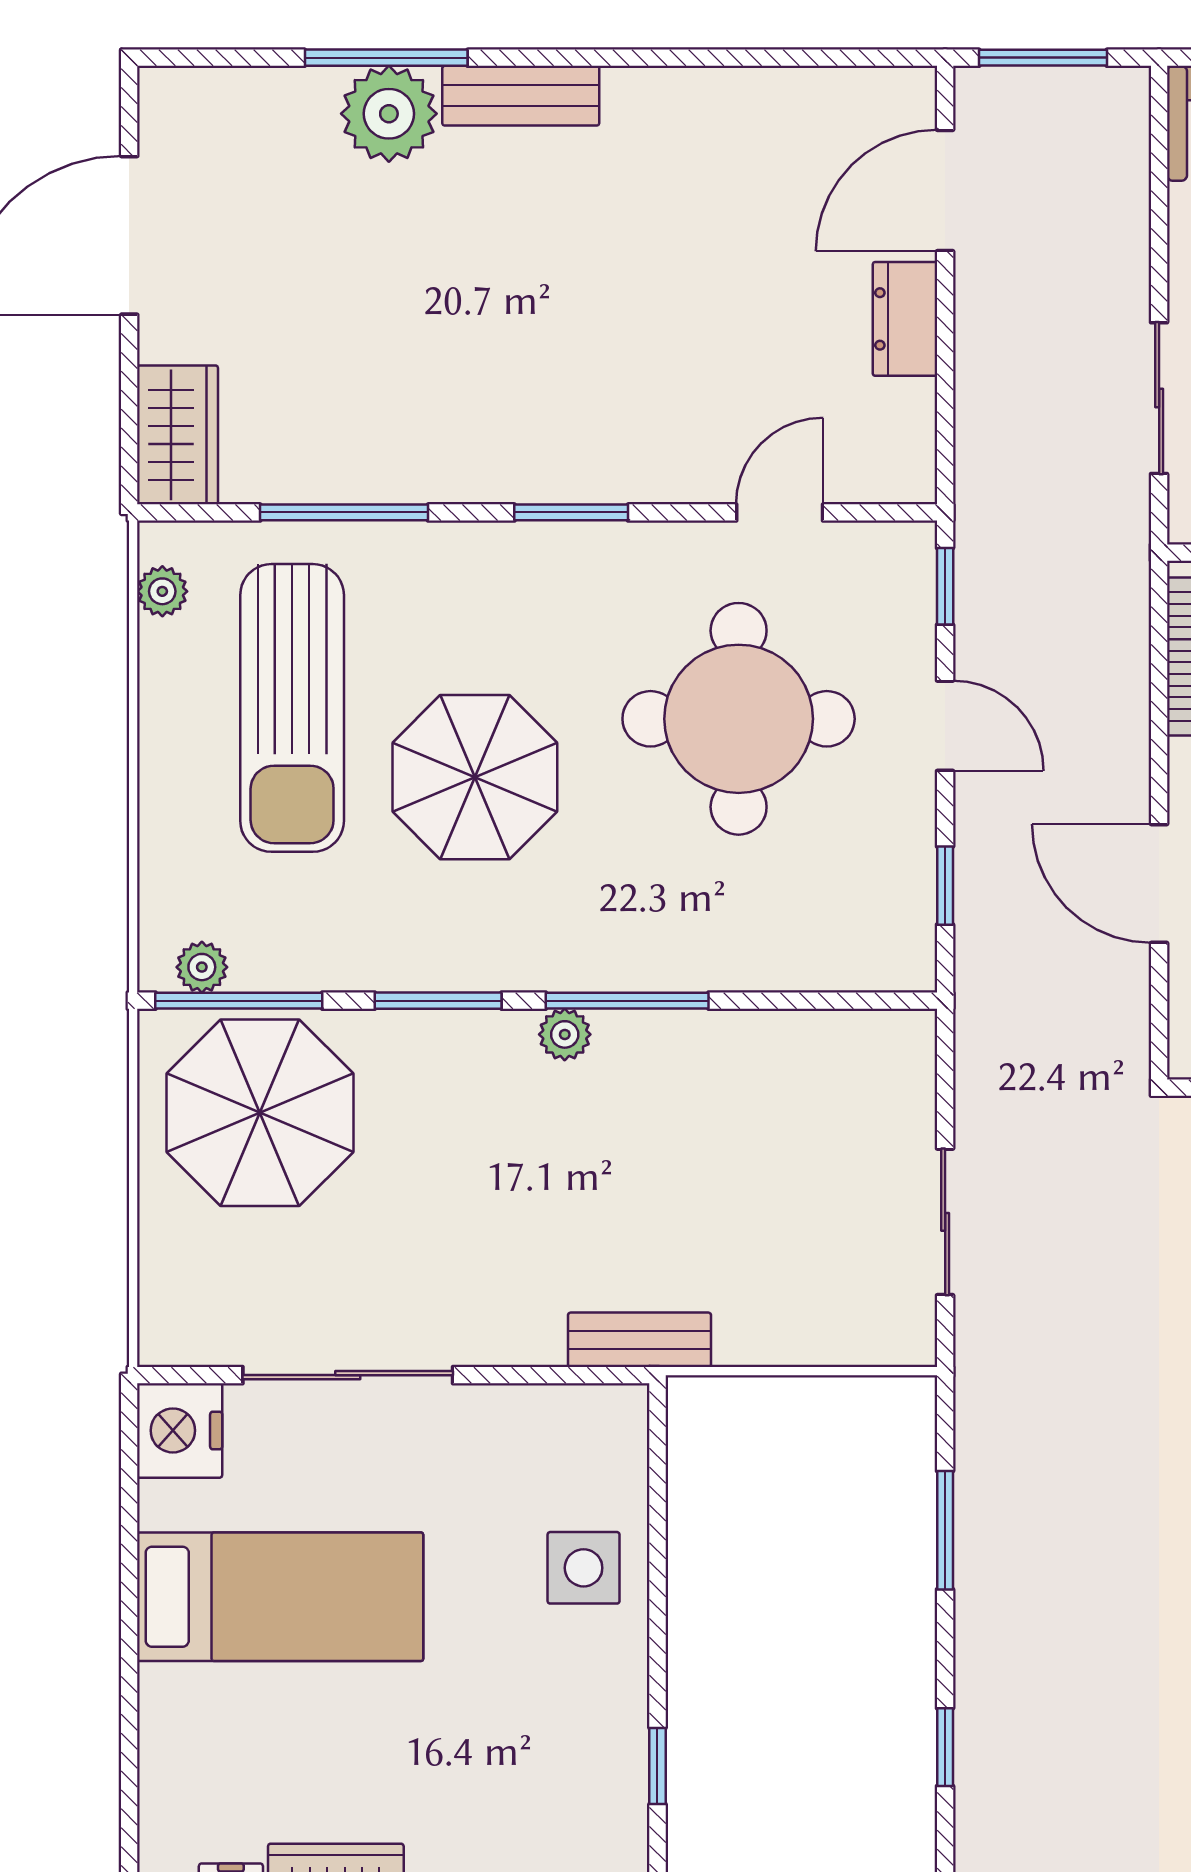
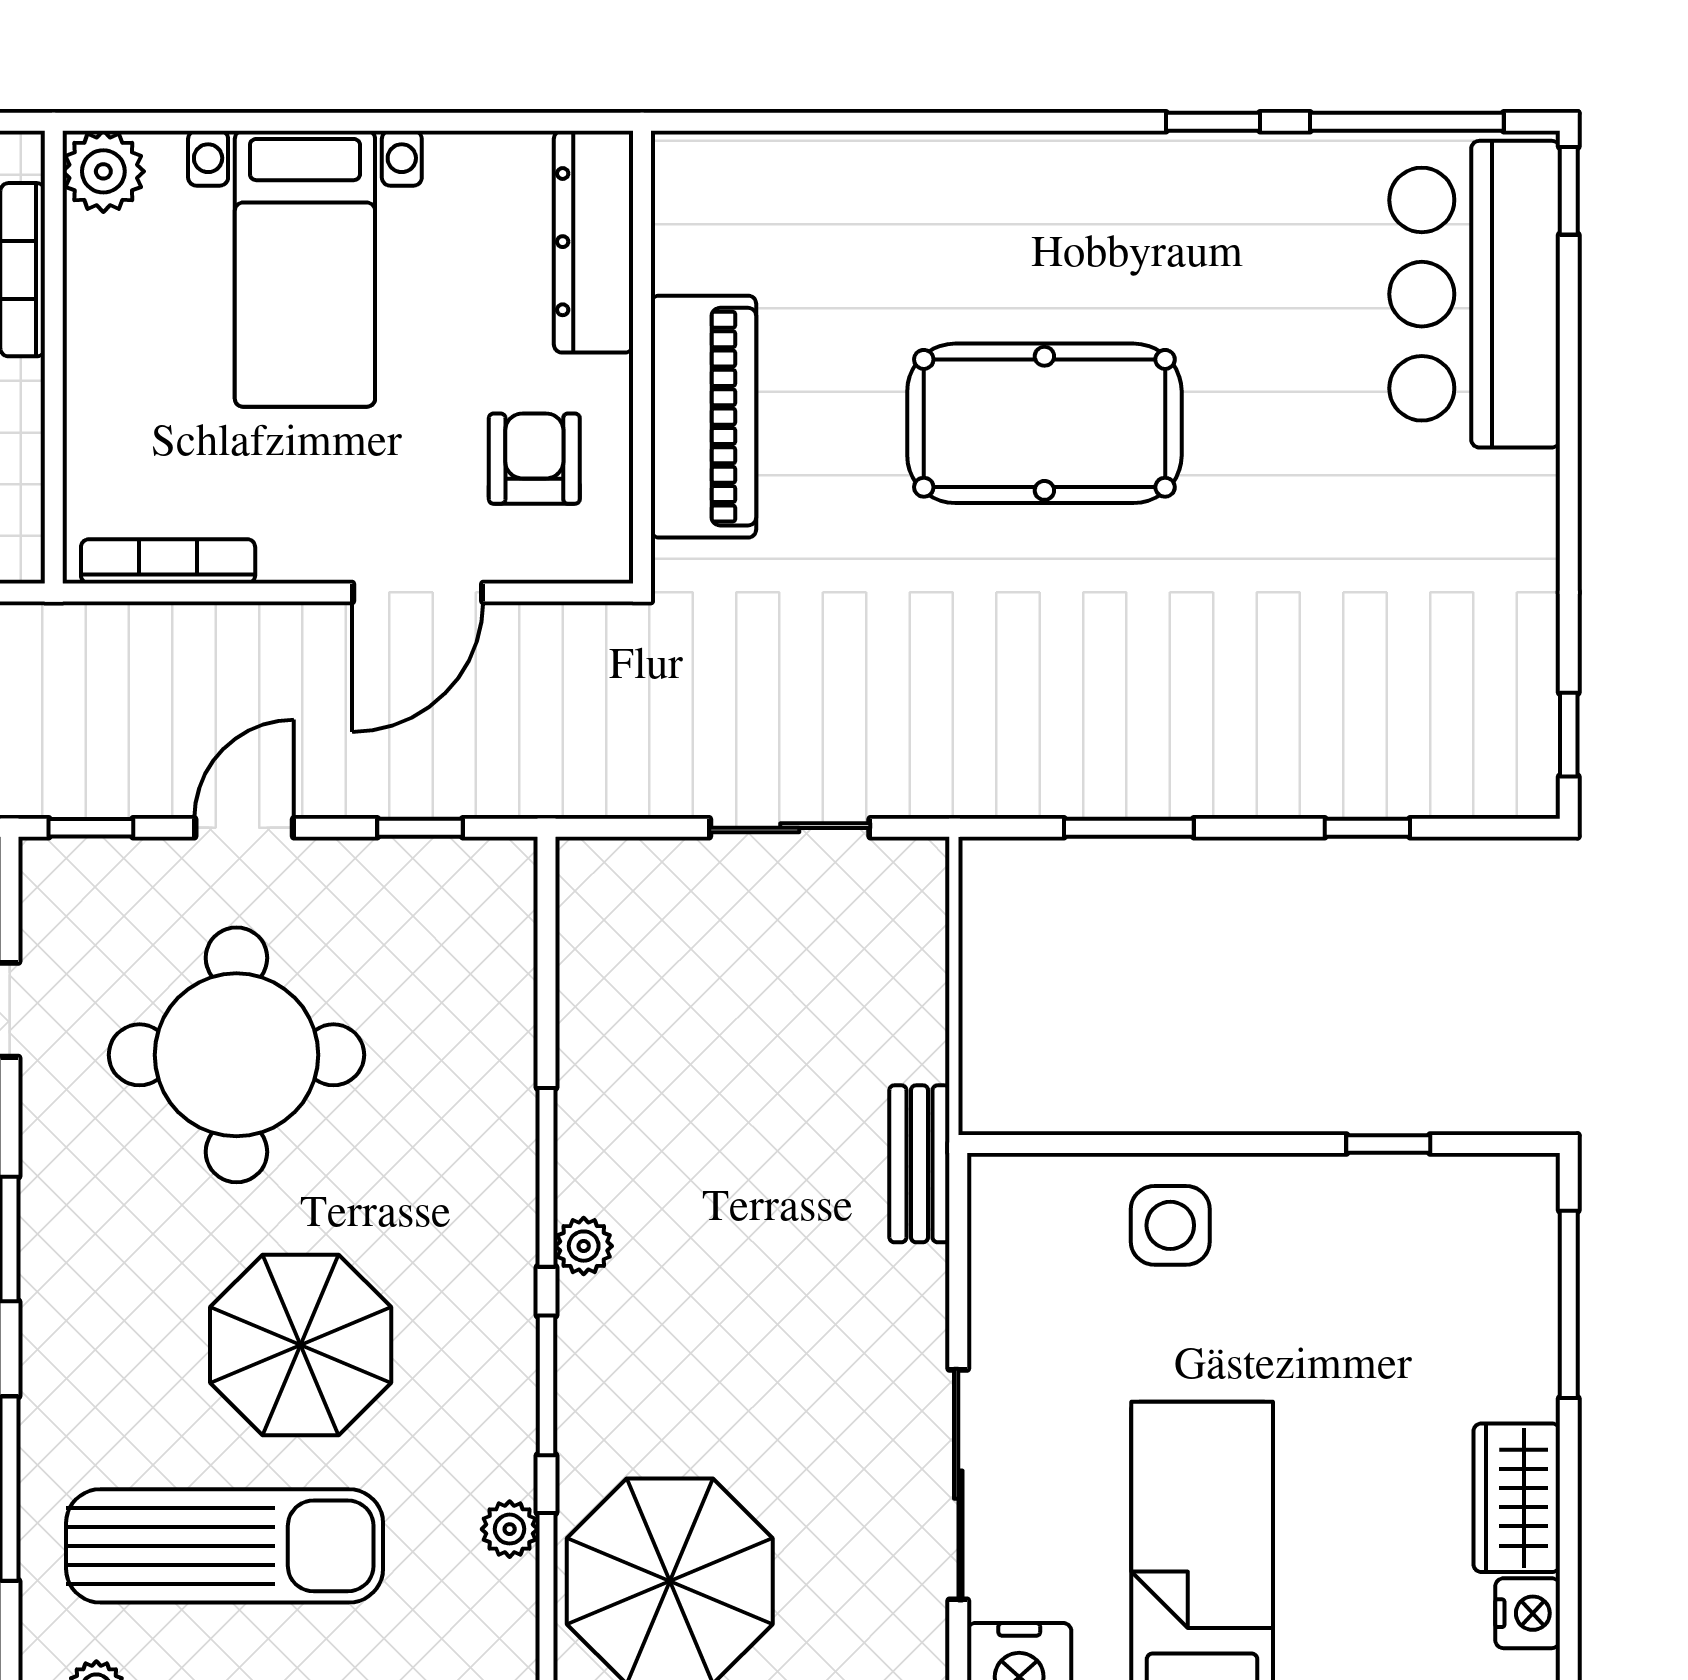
plant: (202, 967) -> (510, 1529), moved

